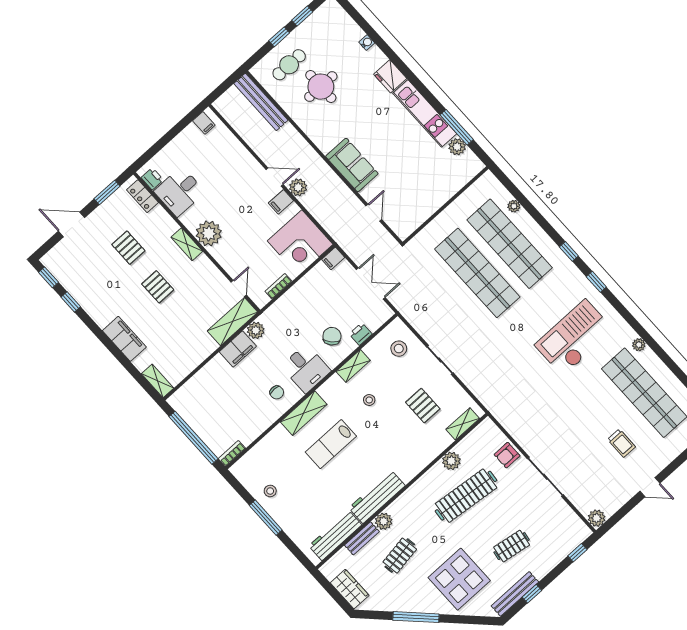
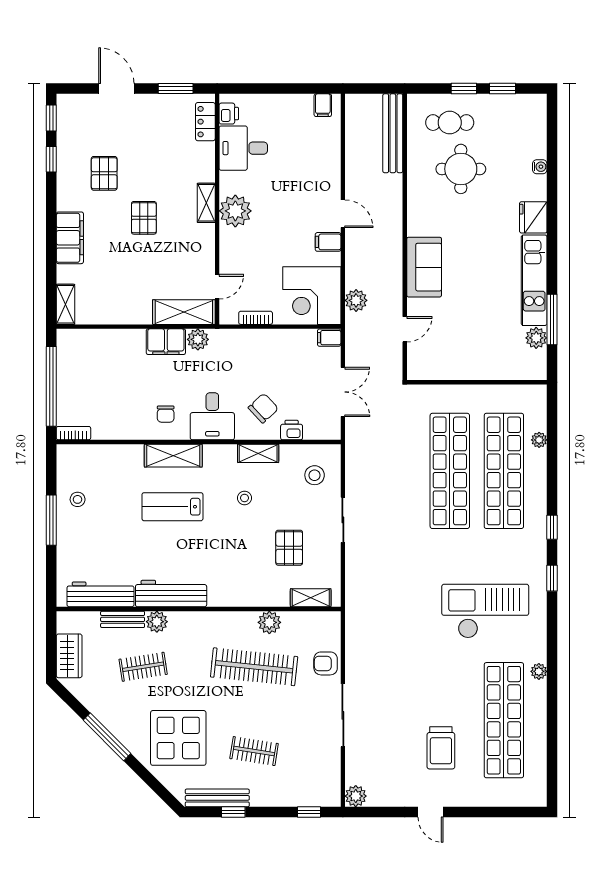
plant: (298, 187) -> (356, 300), moved
pallet: (128, 248) -> (104, 173), moved
trolley: (621, 443) -> (441, 748), width x1.36, depth x1.39

